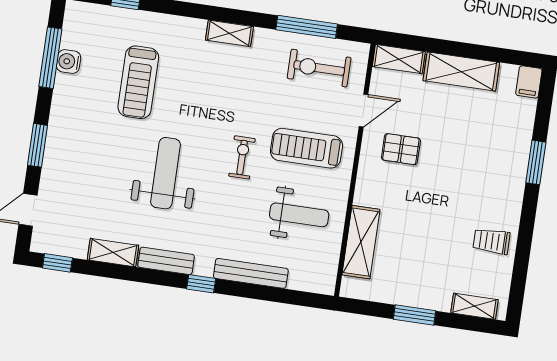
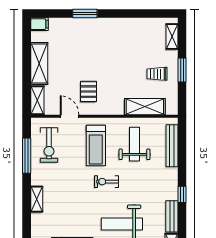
trolley: (491, 241) -> (157, 74), moved, turned 90
bench: (251, 273) -> (172, 146), moved

